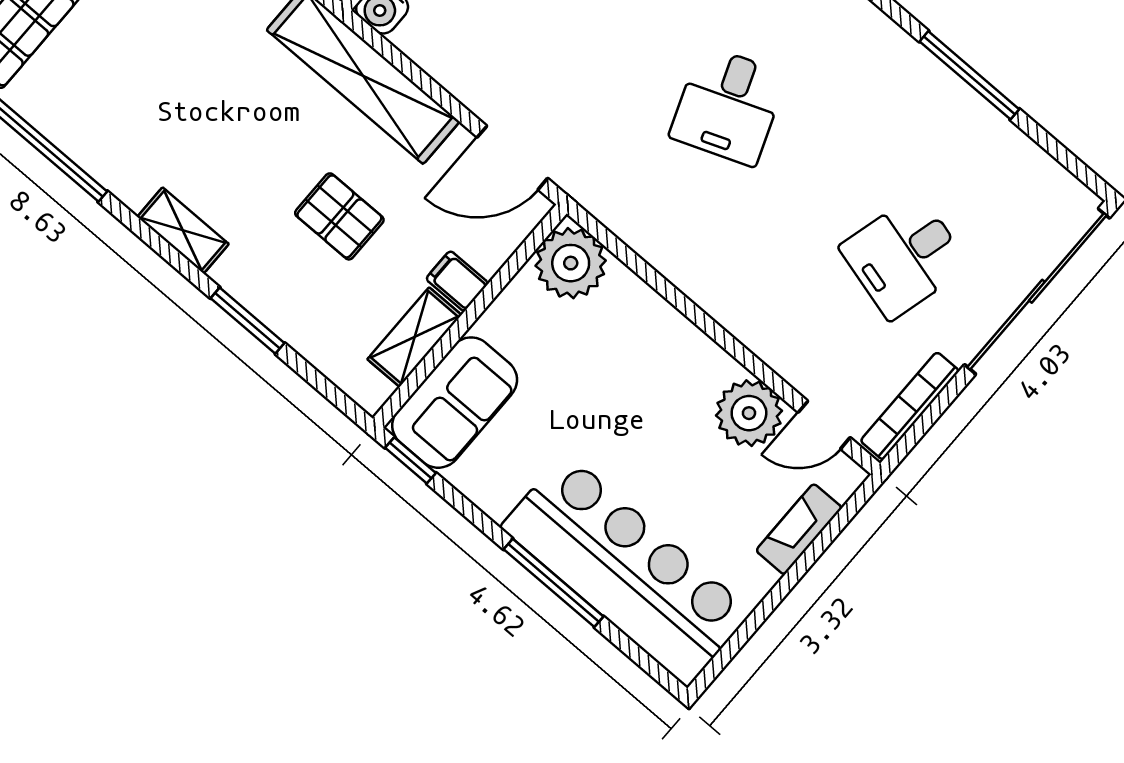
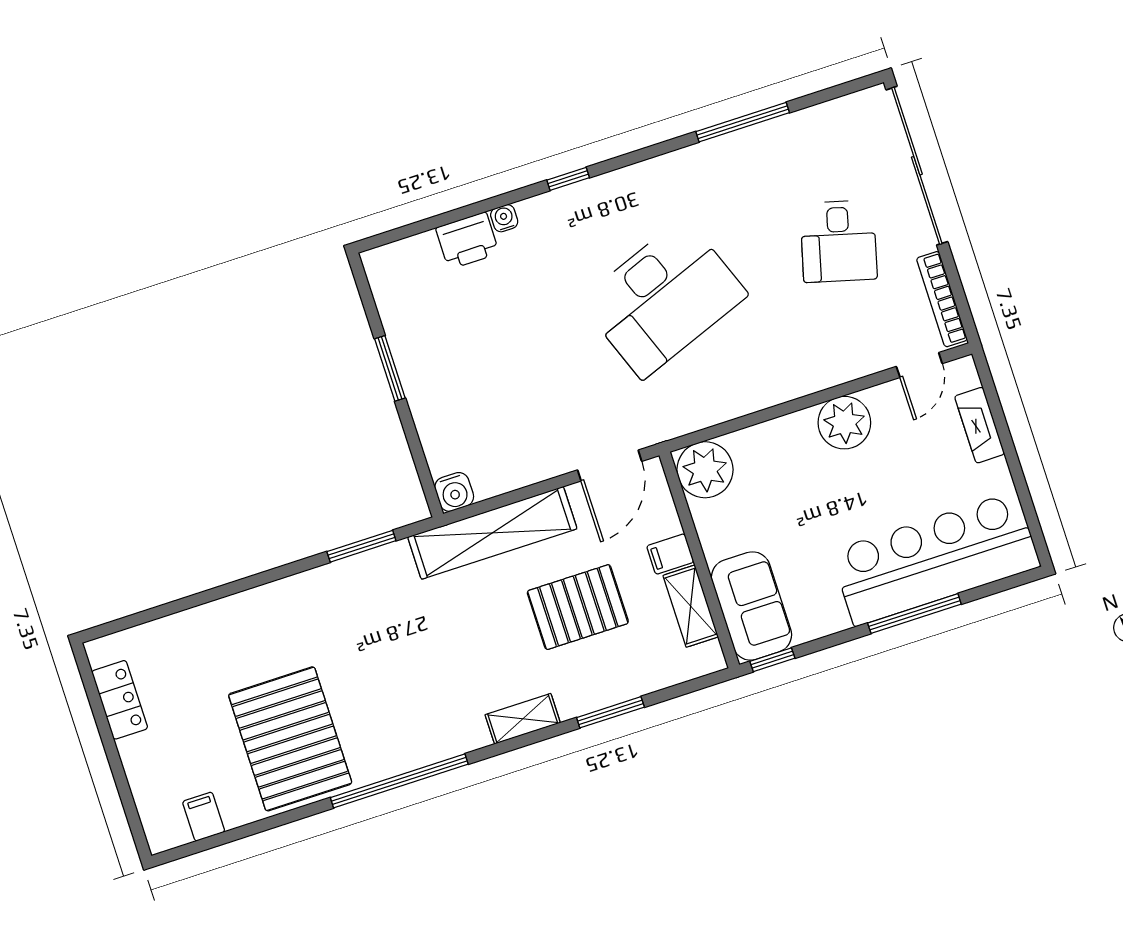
desk: (728, 106) -> (663, 298), width x1.87, depth x1.30
pallet: (339, 216) -> (578, 607), width x1.50, depth x1.42
plant: (749, 413) -> (844, 423), moved

